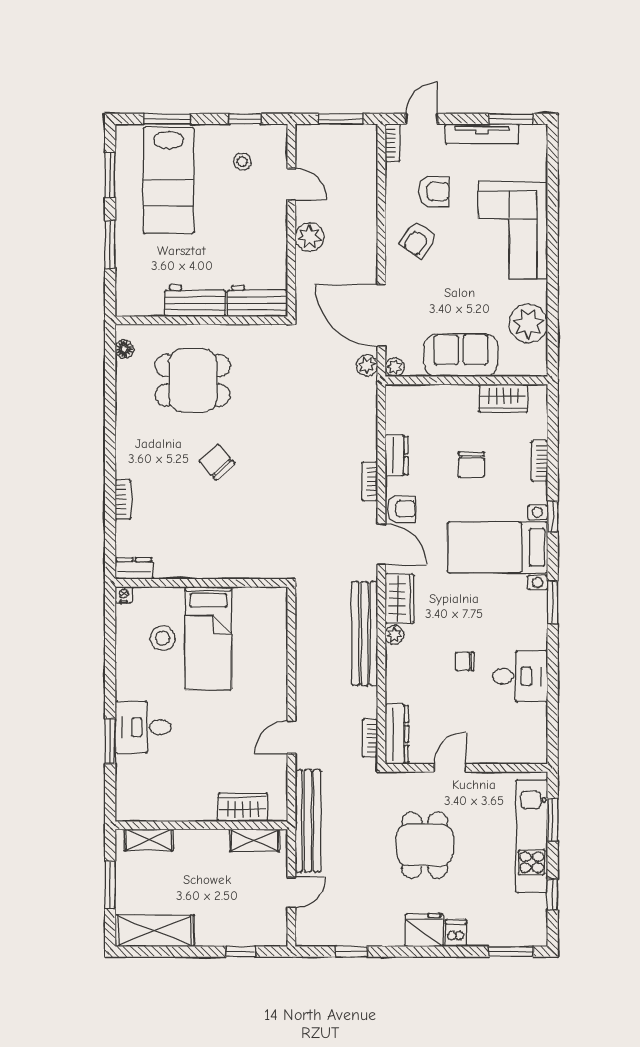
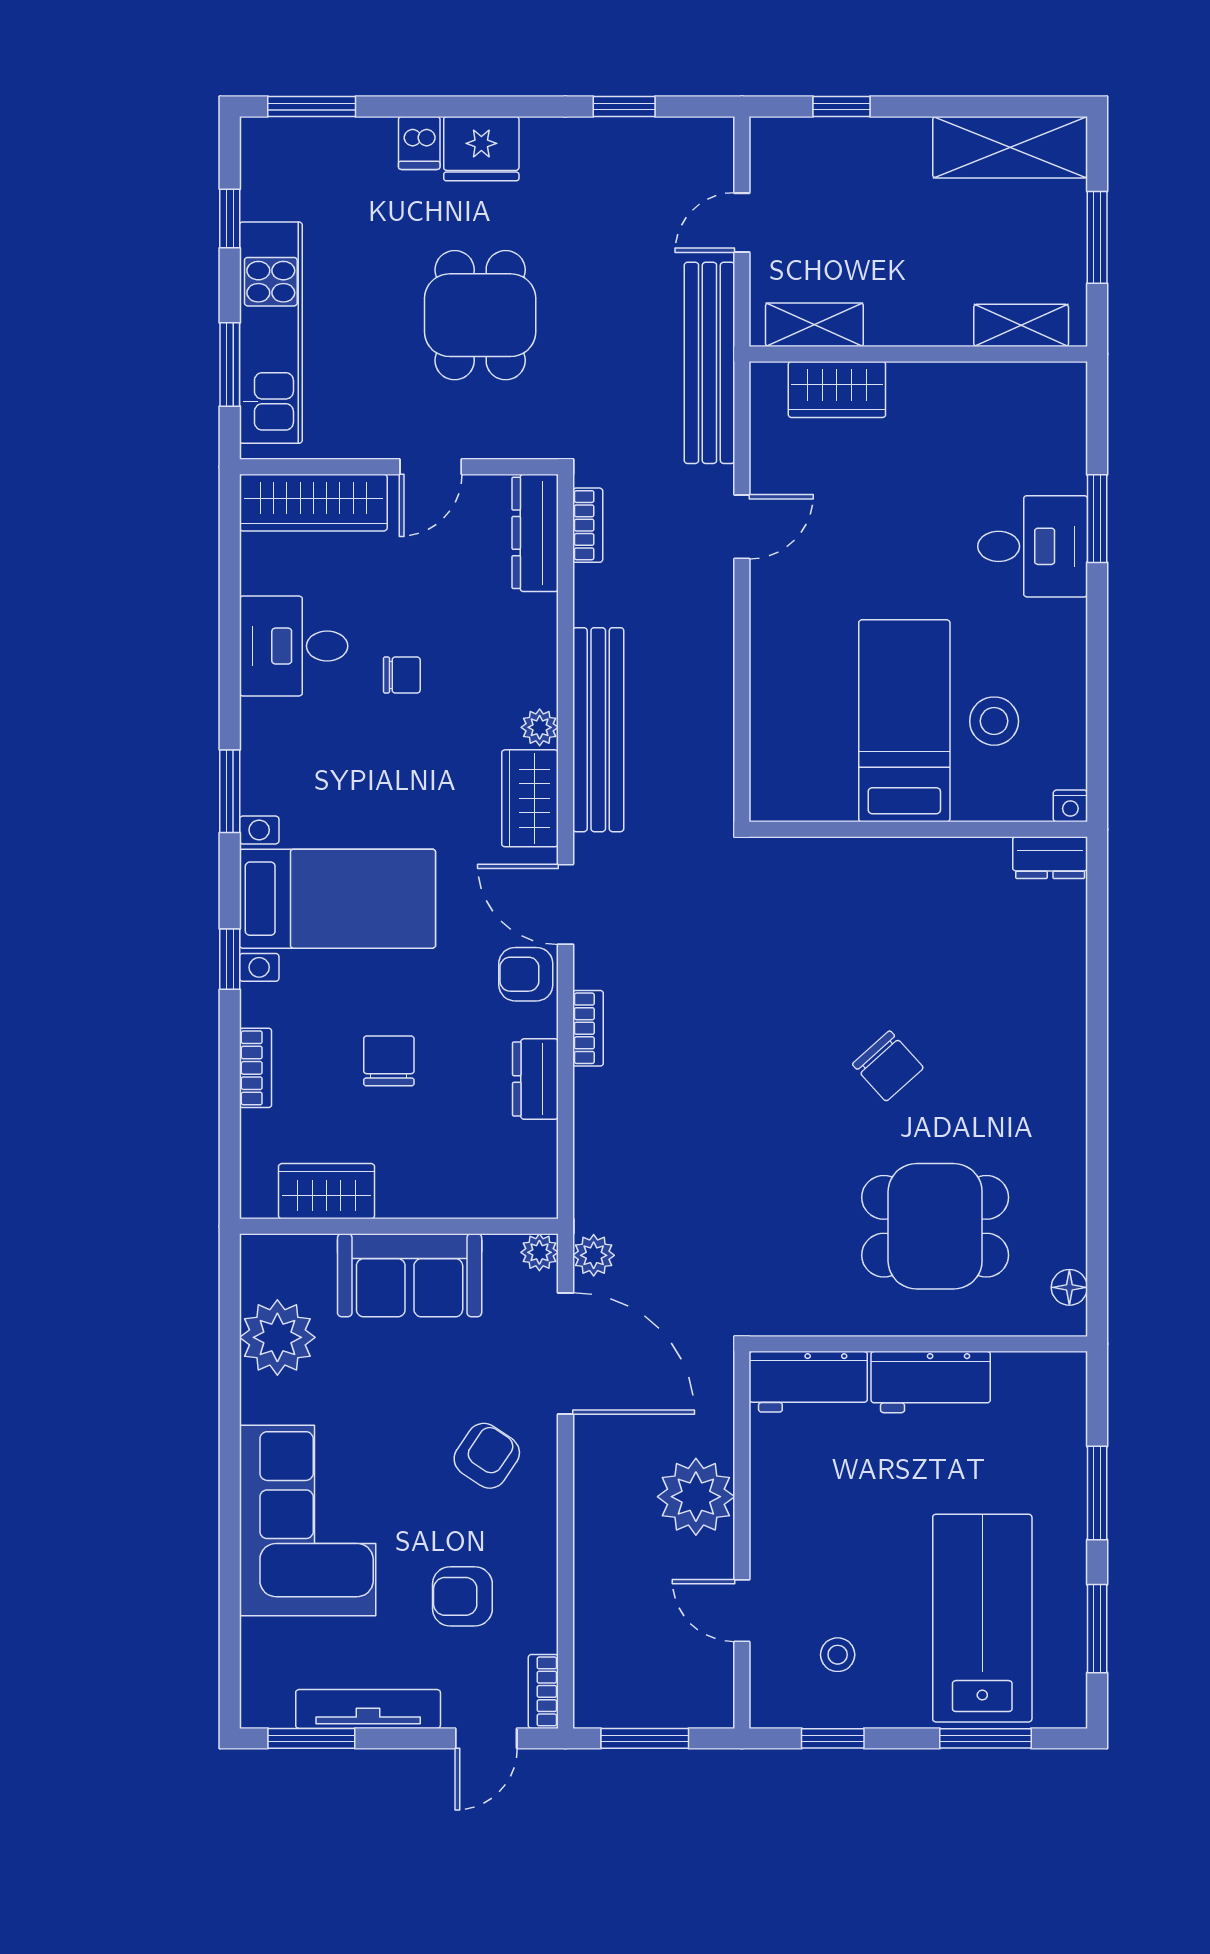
plant: (309, 237) -> (696, 1497), width x1.36, depth x1.36
armchair: (418, 240) -> (487, 1456), moved
bookcase: (123, 500) -> (1072, 993), removed
wardrobe: (510, 749) -> (313, 503), added

